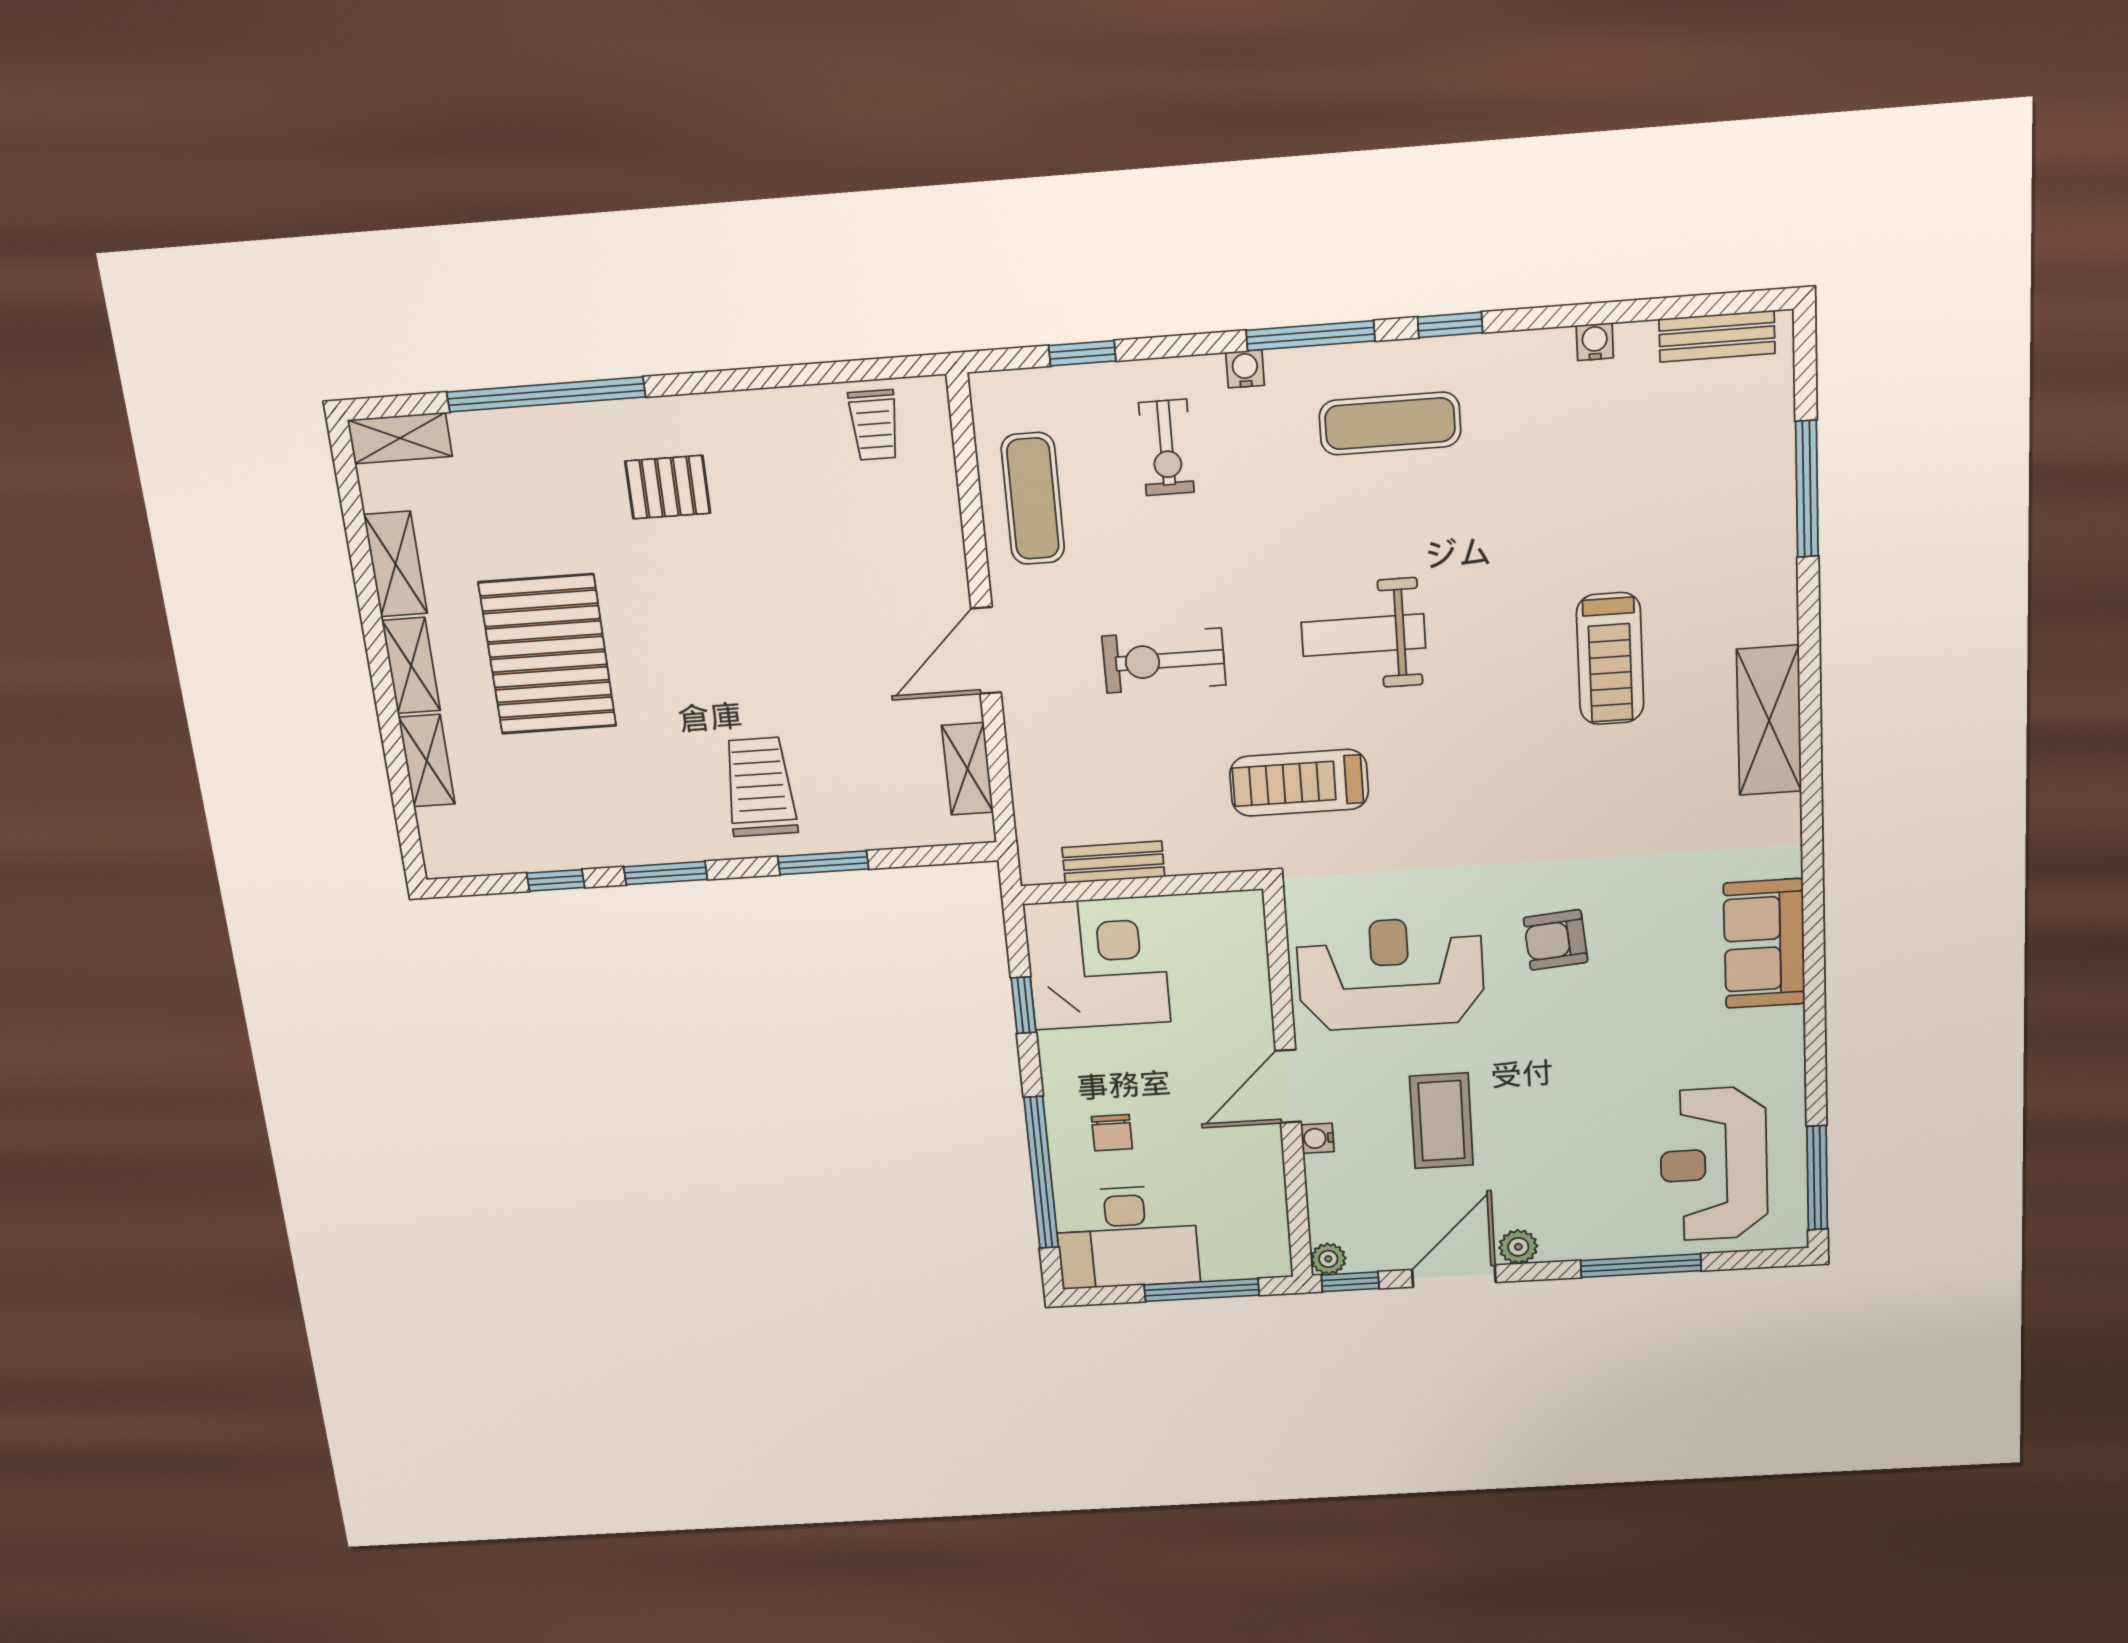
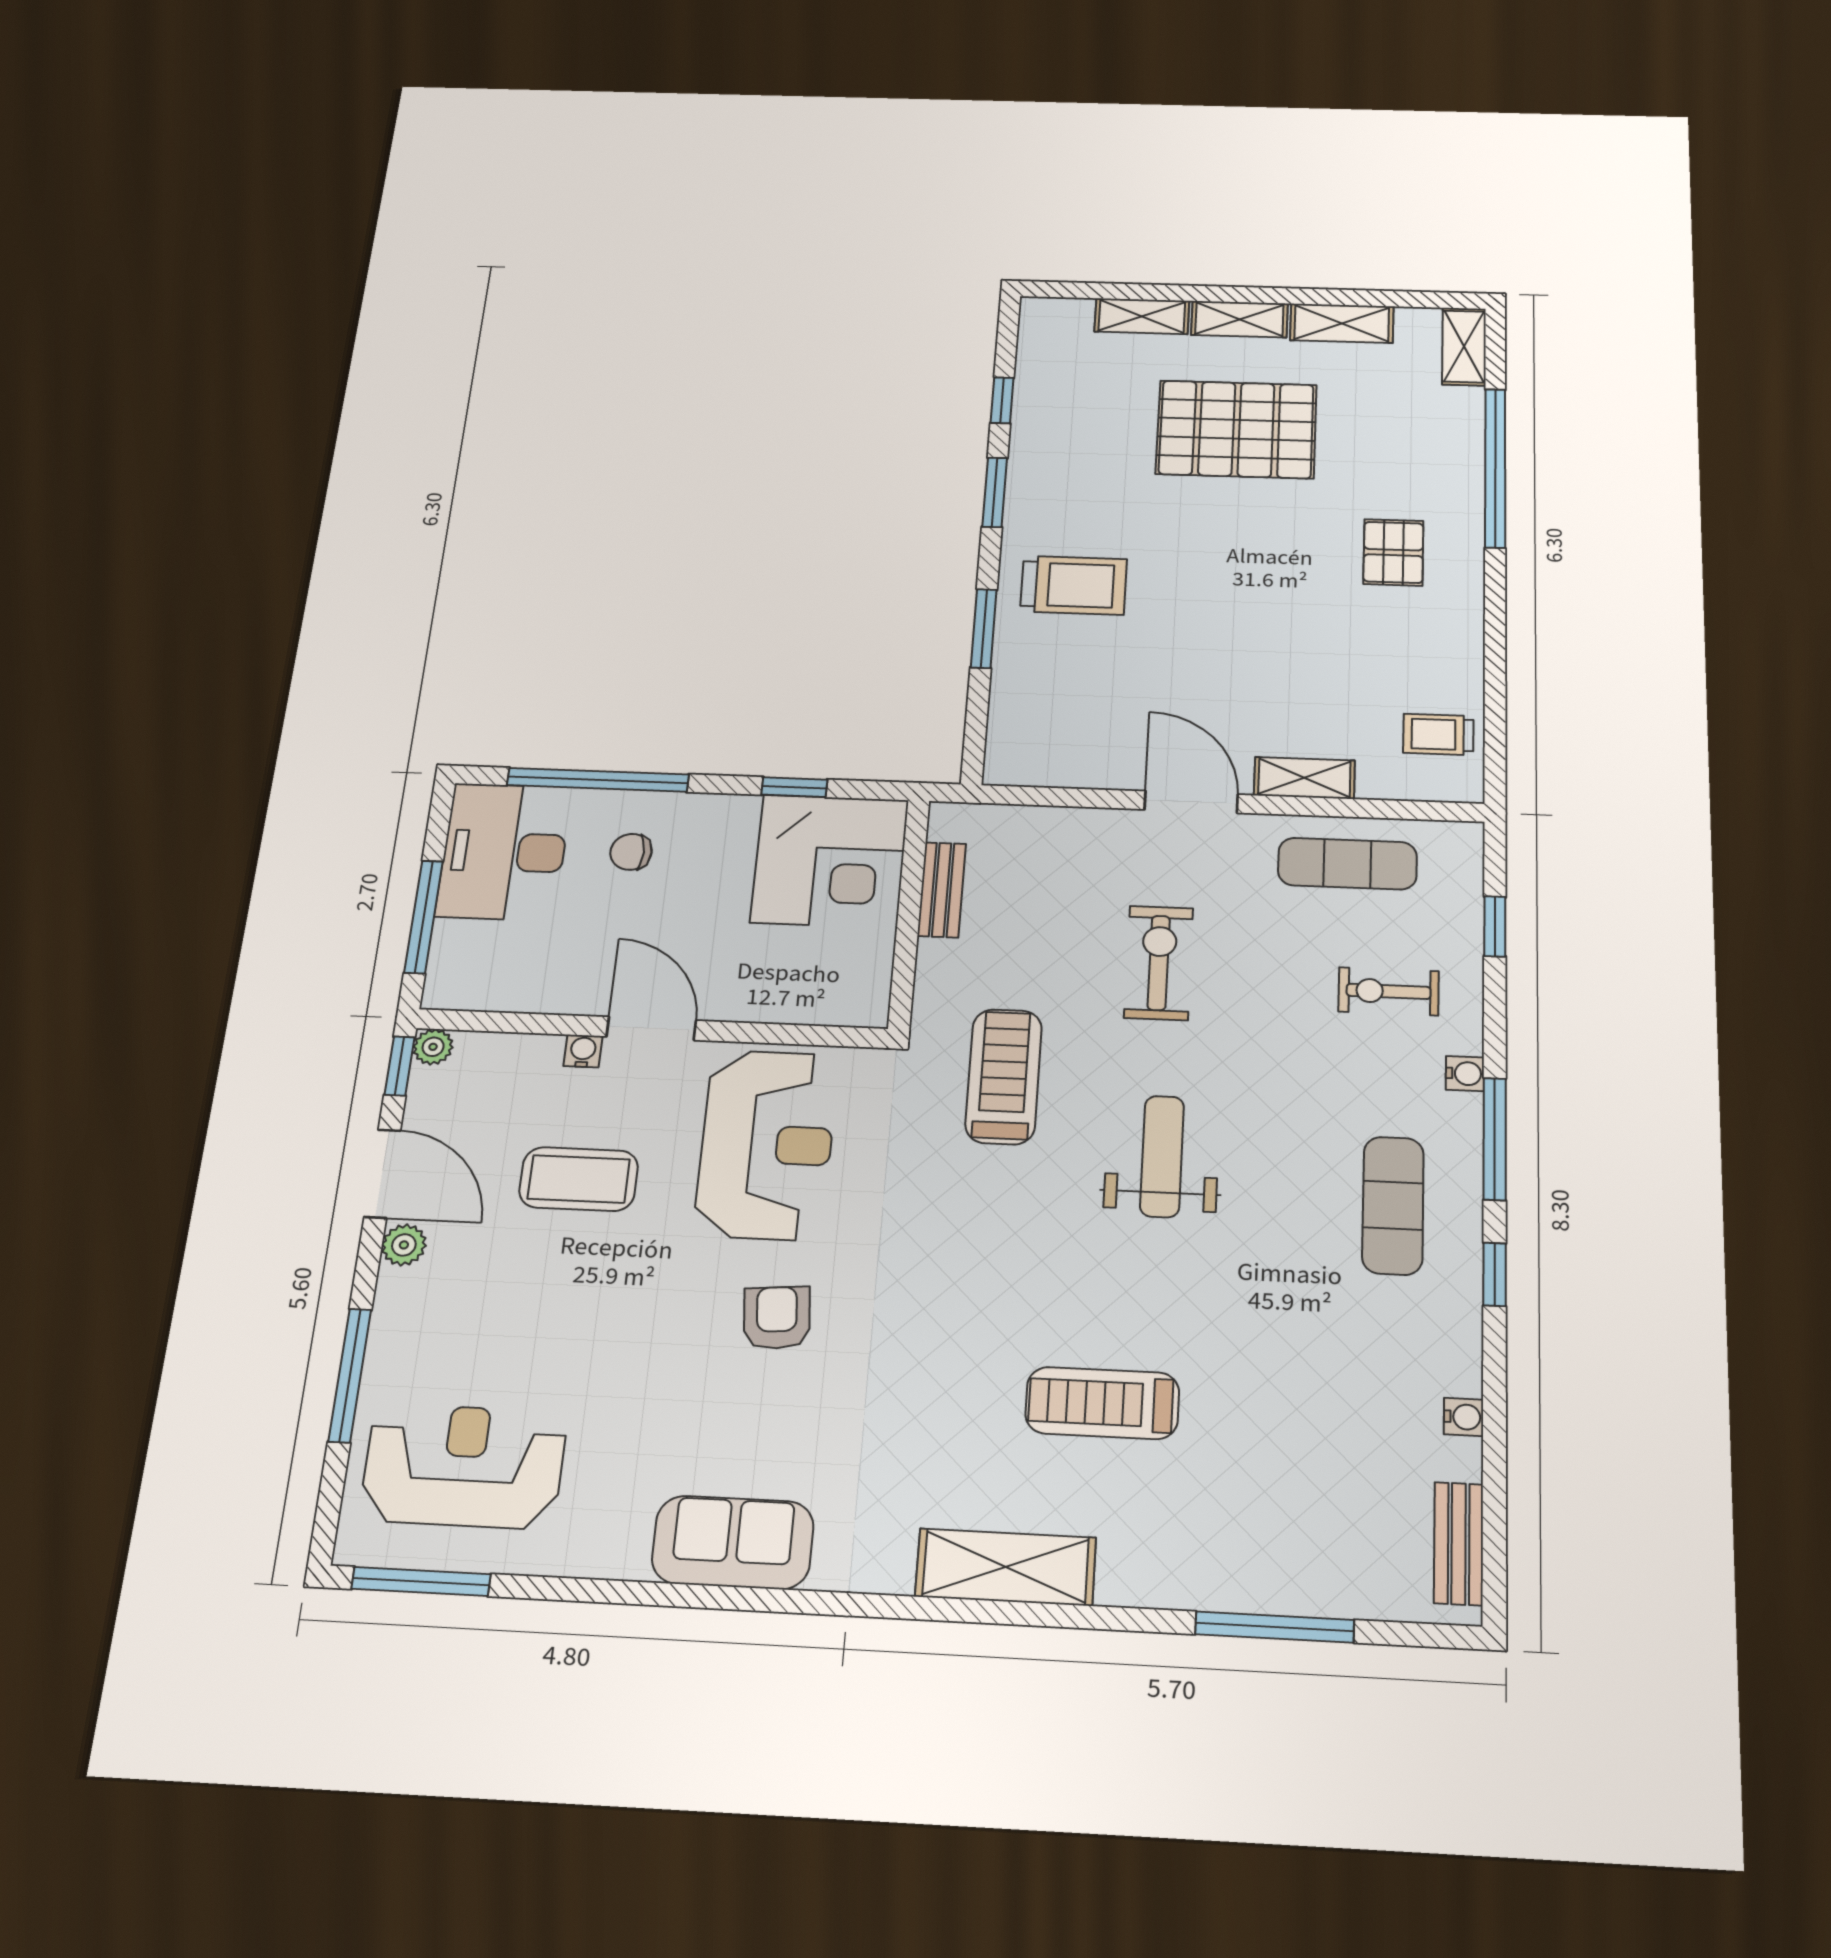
shelving: (967, 769) -> (1304, 778), moved

